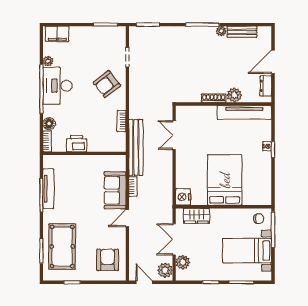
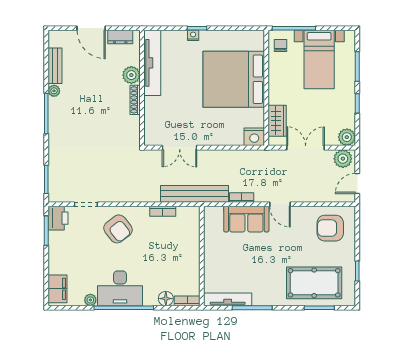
printer: (77, 144) -> (58, 218), moved, turned 180
bed: (225, 180) -> (234, 79), width x1.36
tv unit: (48, 189) -> (228, 299), moved
double door: (174, 239) -> (306, 148), swing flipped
plant: (183, 262) -> (347, 137), moved

